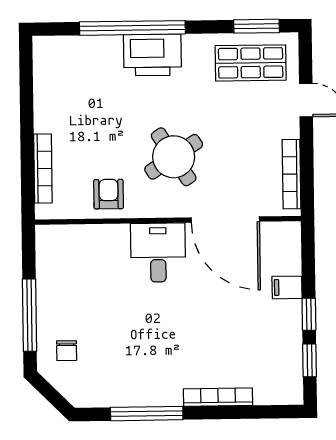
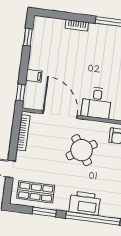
window: (257, 26) -> (44, 212), moved
window: (309, 314) -> (21, 92), moved
bookcase: (218, 397) -> (77, 25), width x0.64

